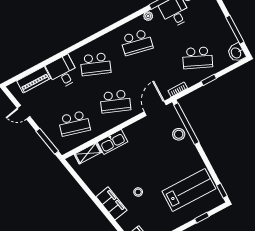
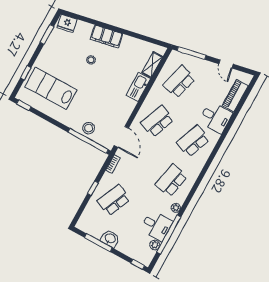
washbasin: (236, 53) -> (110, 239), moved
door: (24, 112) -> (226, 64), swing flipped
lab bench: (189, 190) -> (51, 88), turned 90

